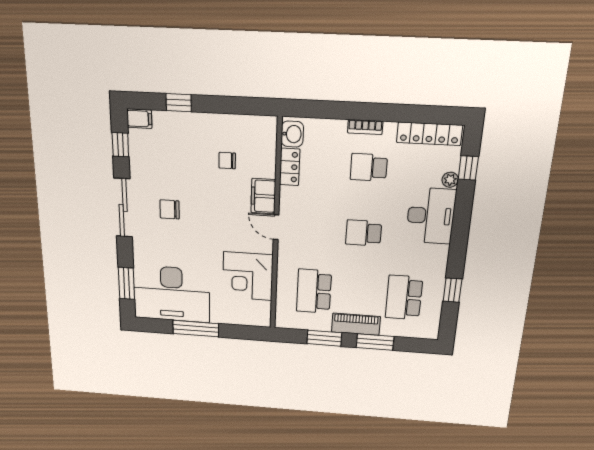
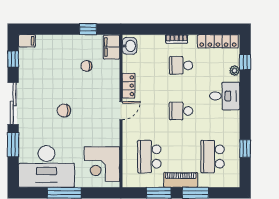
window: (179, 103) -> (88, 29), moved
locker: (290, 167) -> (129, 86), moved
filing cabinet: (263, 196) -> (111, 47), moved
chair: (170, 209) -> (64, 111), moved
desk: (431, 216) -> (225, 96), width x0.73
door: (276, 227) -> (121, 111), swing flipped
corner desk: (248, 276) -> (102, 164), moved
window: (126, 283) -> (13, 145), moved

